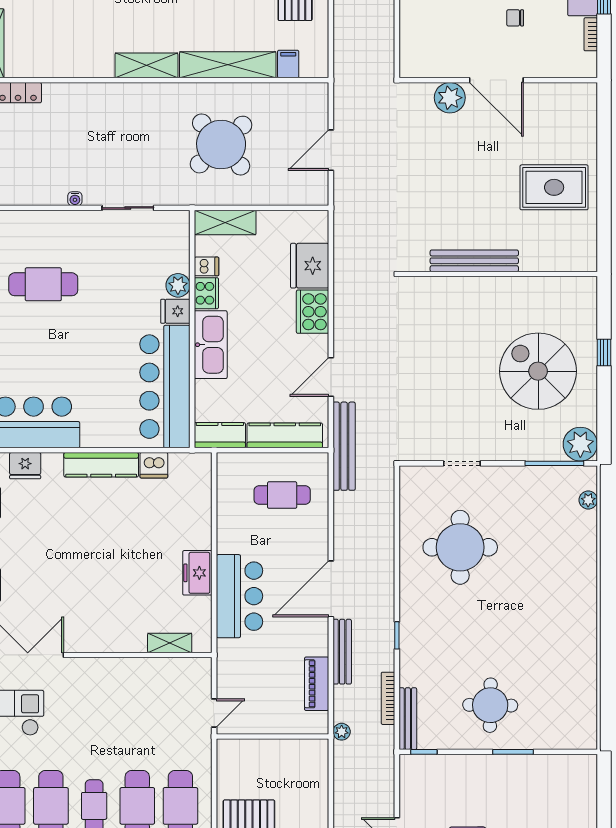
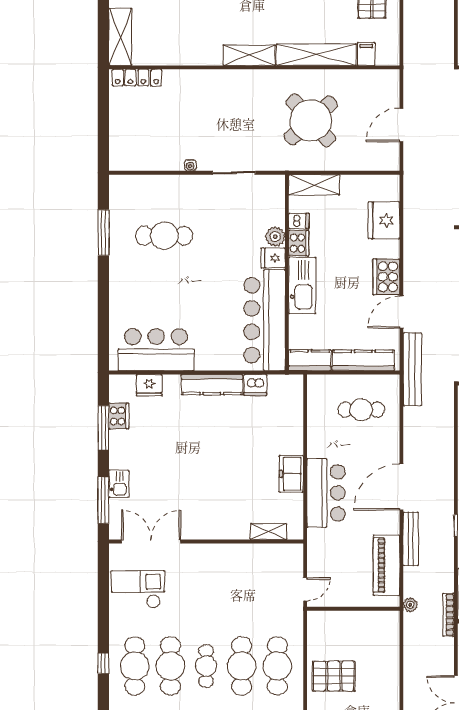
cooker: (313, 312) -> (386, 277), moved
piano: (317, 684) -> (386, 565), width x1.37, depth x1.33
bookcase: (388, 698) -> (449, 615), moved

